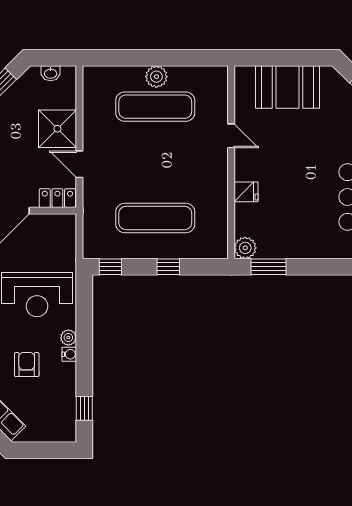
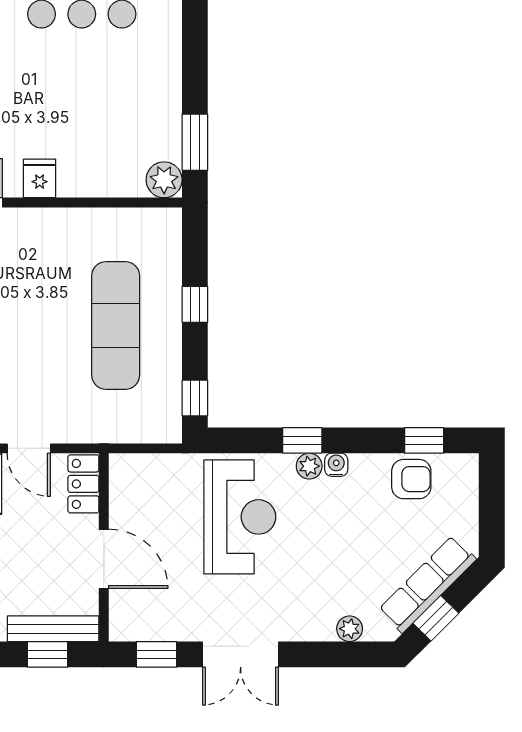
door: (79, 164) -> (29, 448), hinge flipped
fridge: (246, 192) -> (40, 178), moved
window: (84, 333) -> (302, 440), added
armchair: (27, 365) -> (411, 479), moved, turned 180

